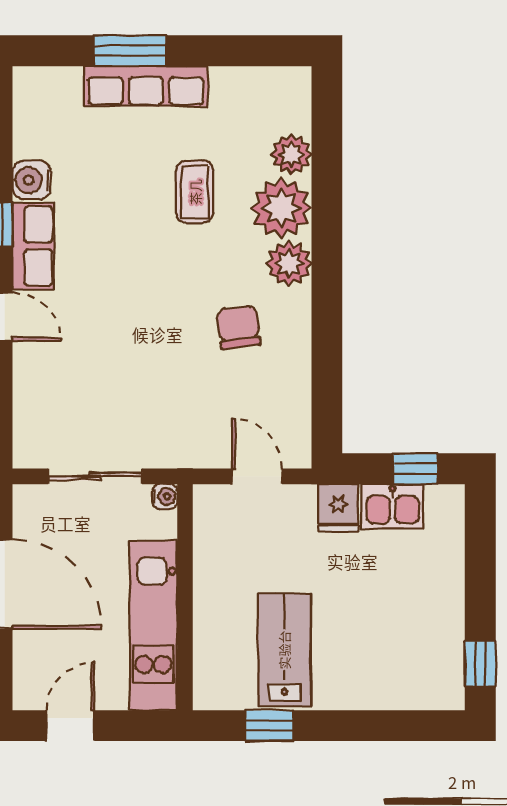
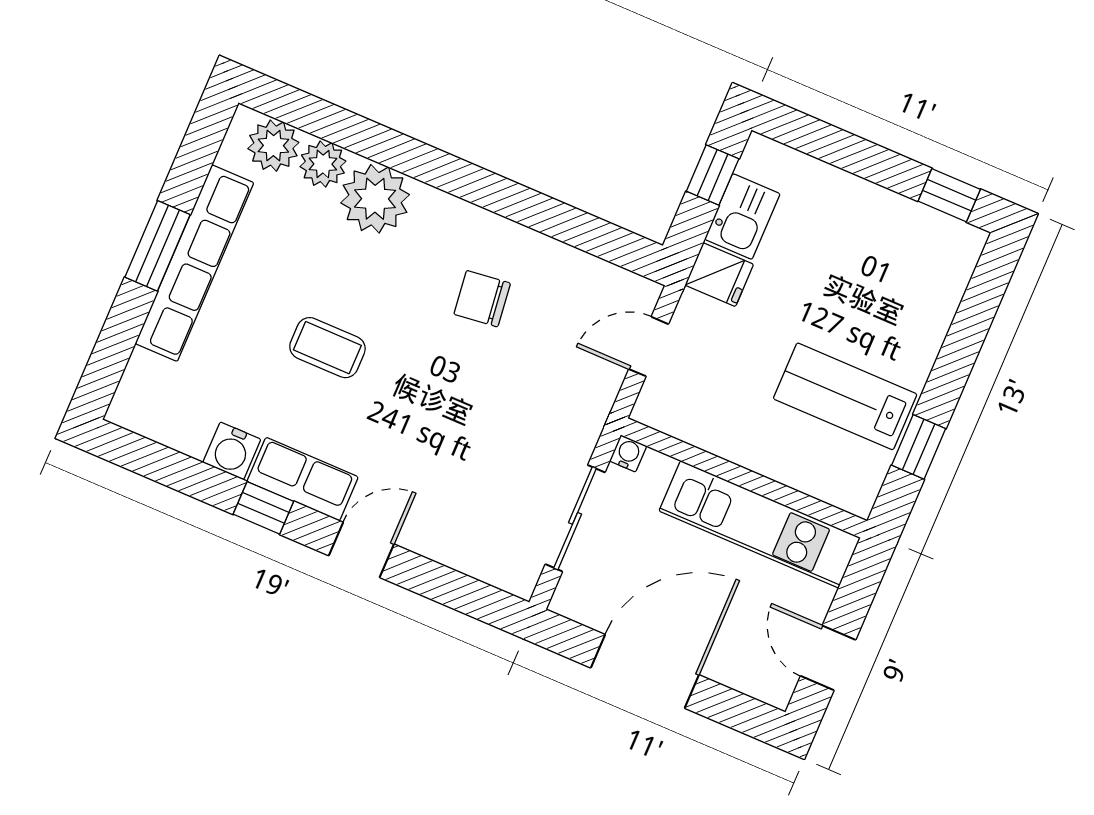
window: (130, 51) -> (158, 246), moved
row of seats: (146, 86) -> (194, 263), width x1.36
coffee table: (195, 192) -> (327, 348), moved
plant: (289, 264) -> (273, 146), moved

